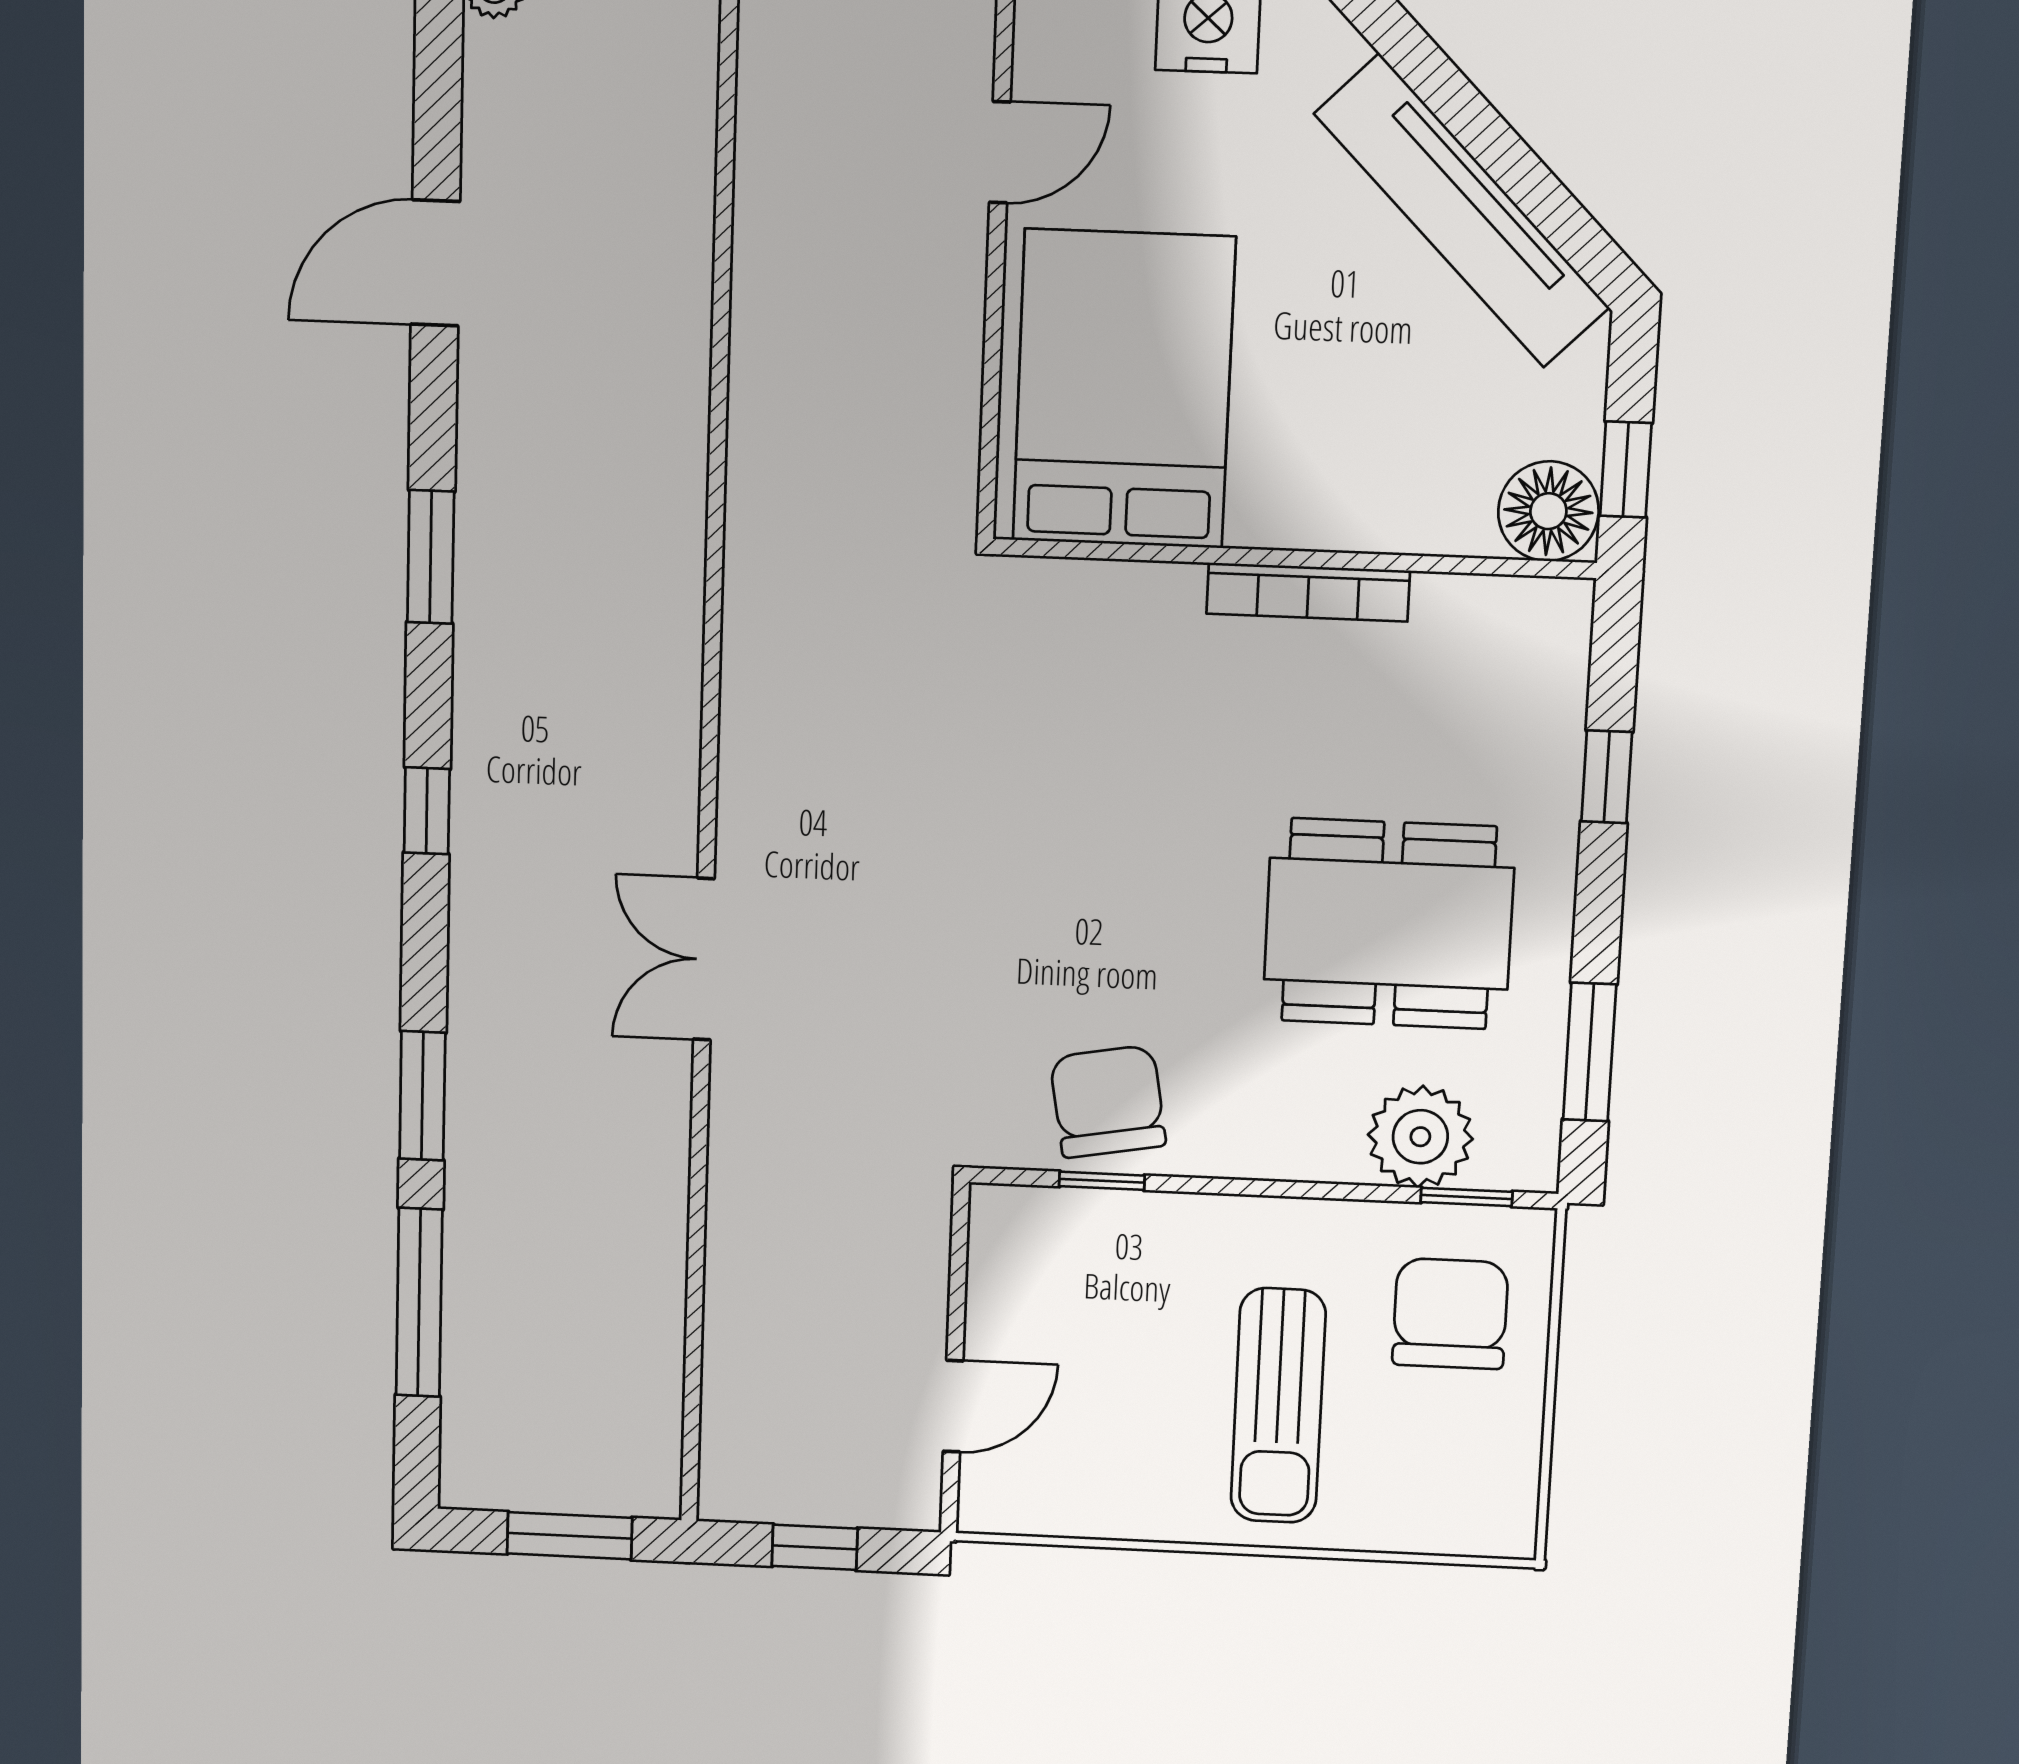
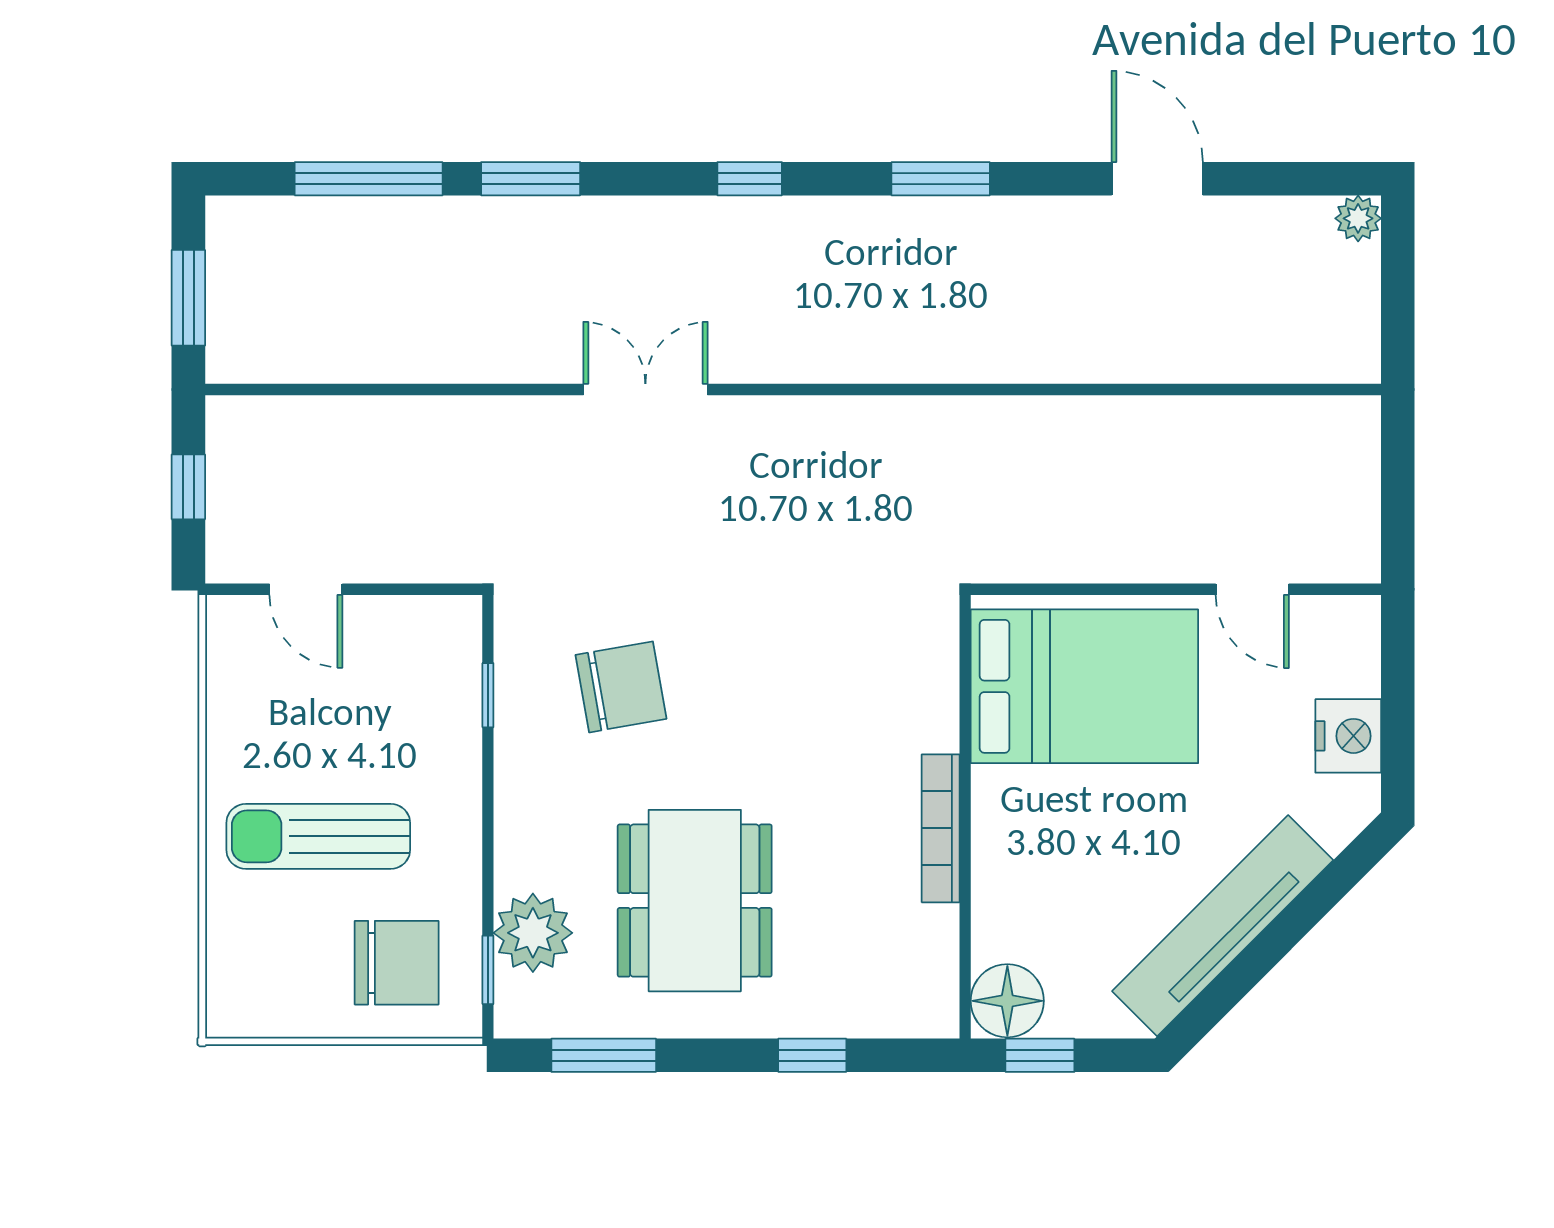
chair: (1108, 1102) -> (621, 687), moved

